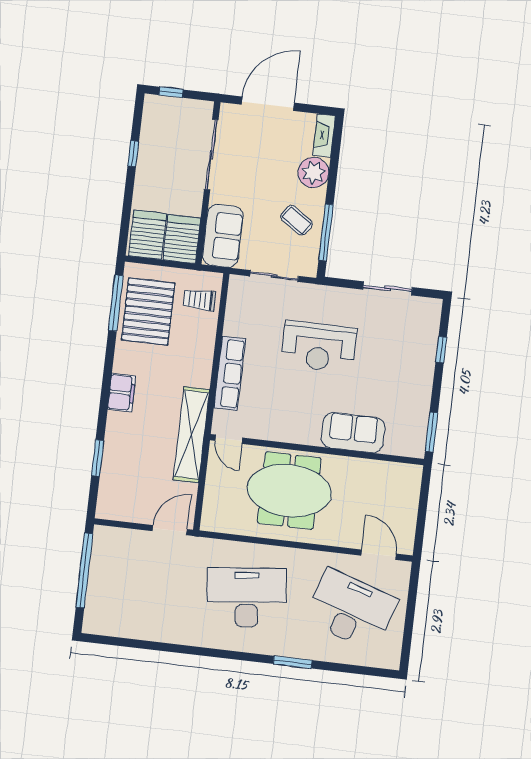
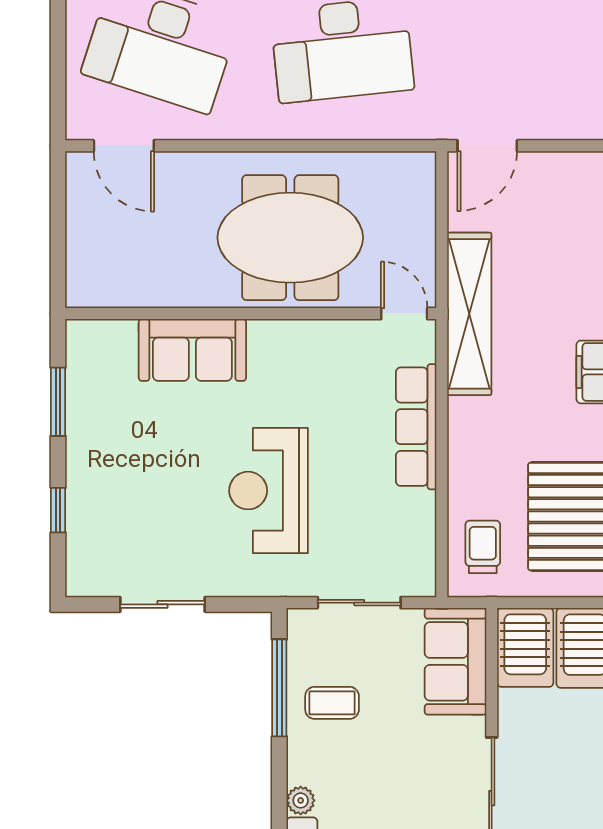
plant: (313, 172) -> (301, 800), width x0.53, depth x0.53
coffee table: (297, 220) -> (332, 703), turned -34
trolley: (199, 300) -> (483, 547), turned -90
reception desk: (319, 347) -> (269, 491), turned -90
window: (431, 432) -> (58, 402), moved

